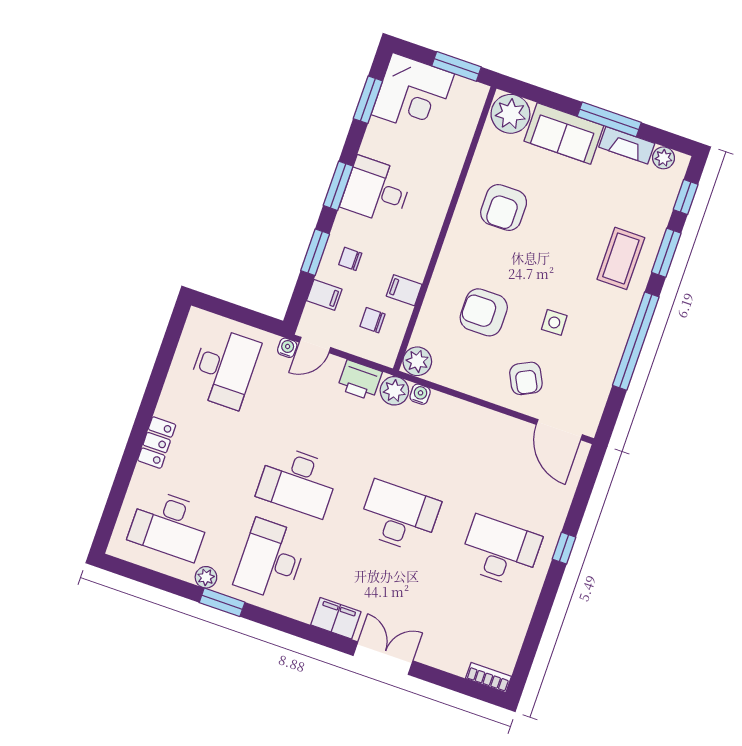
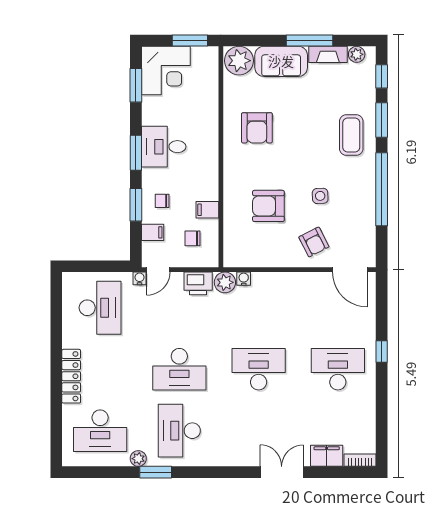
plant: (417, 361) -> (234, 256), removed
locker: (157, 443) -> (71, 376), width x1.53
filing cabinet: (336, 618) -> (327, 456), moved

